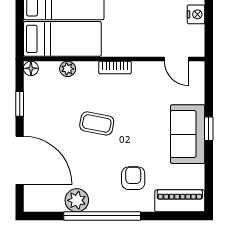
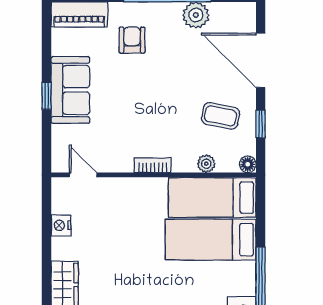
coffee table: (97, 123) -> (221, 116), moved
armchair: (133, 178) -> (132, 40), turned 180

